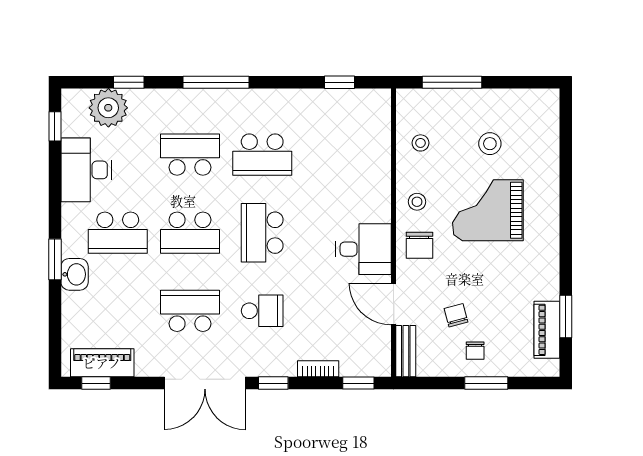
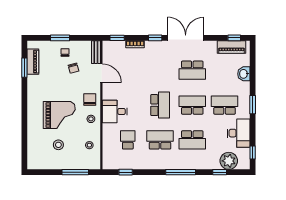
desk: (363, 249) -> (115, 111), moved
window: (55, 259) -> (253, 105), moved
washbasin: (75, 274) -> (244, 74), moved
school desk: (262, 311) -> (128, 140), moved, turned 90

